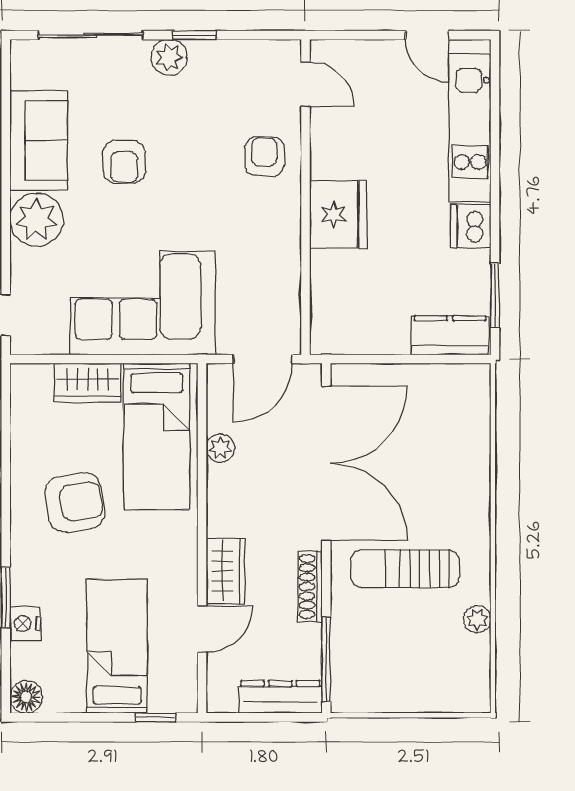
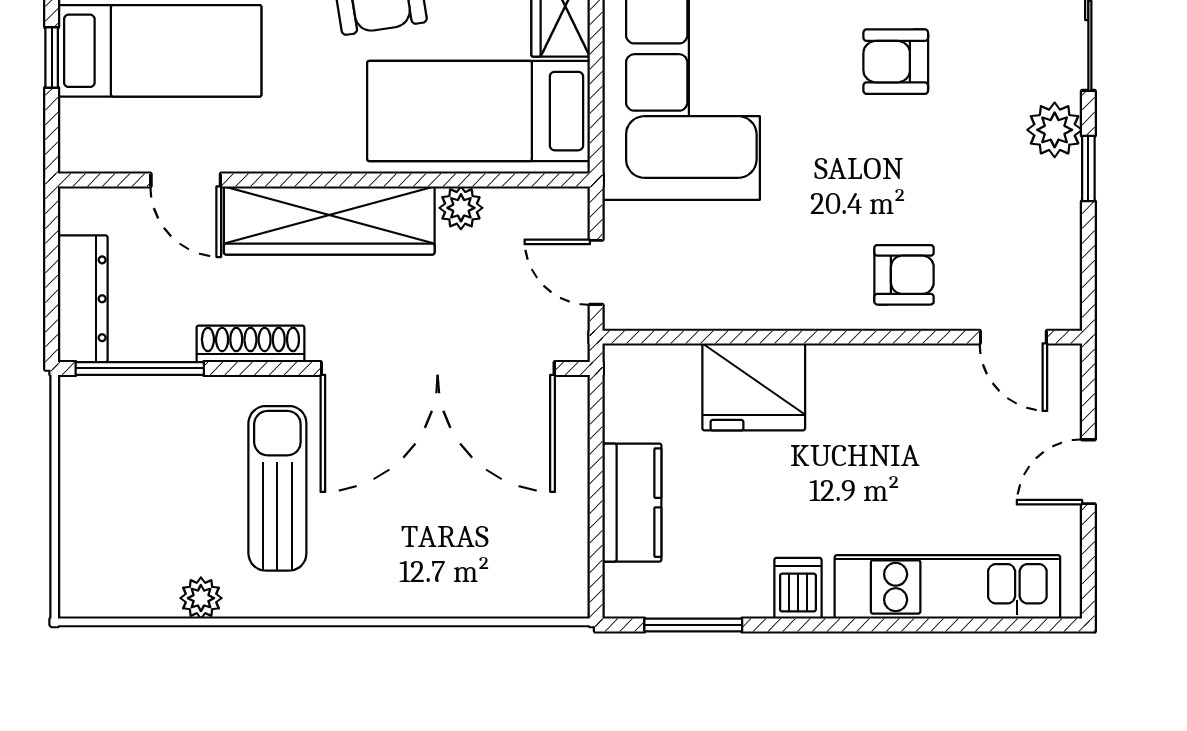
door: (427, 35) -> (1088, 472), moved
door: (305, 84) -> (1013, 337), hinge flipped
fridge: (338, 215) -> (754, 387), moved
dishwasher: (471, 226) -> (798, 588), width x0.73
kitchen counter: (450, 335) -> (632, 503), moved
door: (263, 359) -> (596, 272), width x0.73
wardrobe: (225, 571) -> (329, 220), width x2.10, depth x1.17
window: (156, 717) -> (52, 58), moved

